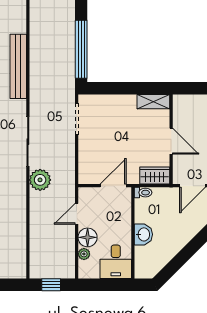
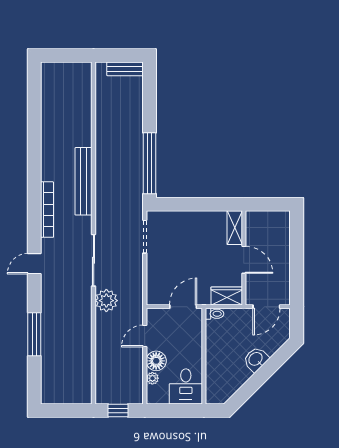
shelving: (153, 102) -> (235, 228), moved, turned 90
washbasin: (143, 234) -> (256, 359), moved, turned -135

